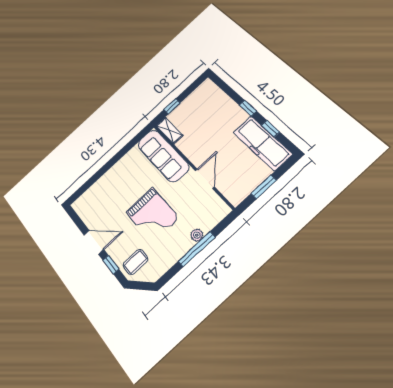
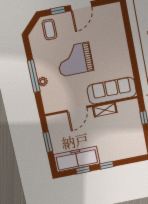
shelving: (169, 131) -> (105, 110), moved
door: (205, 179) -> (77, 109), hinge flipped

